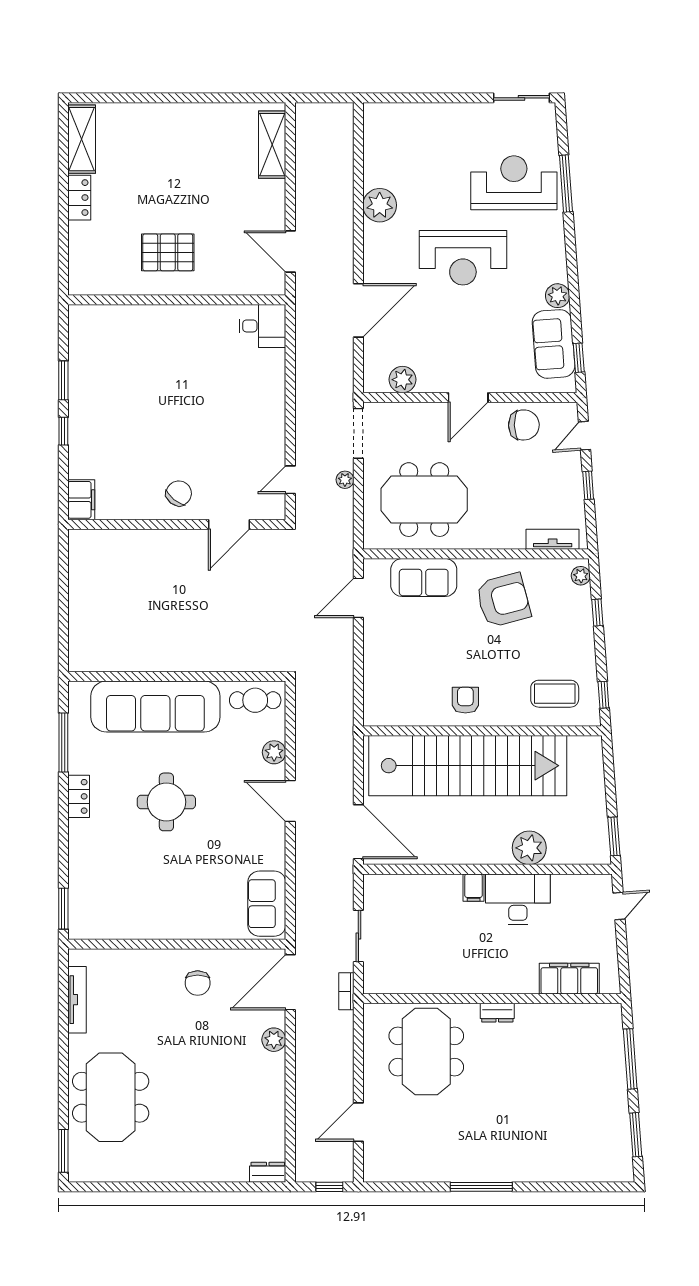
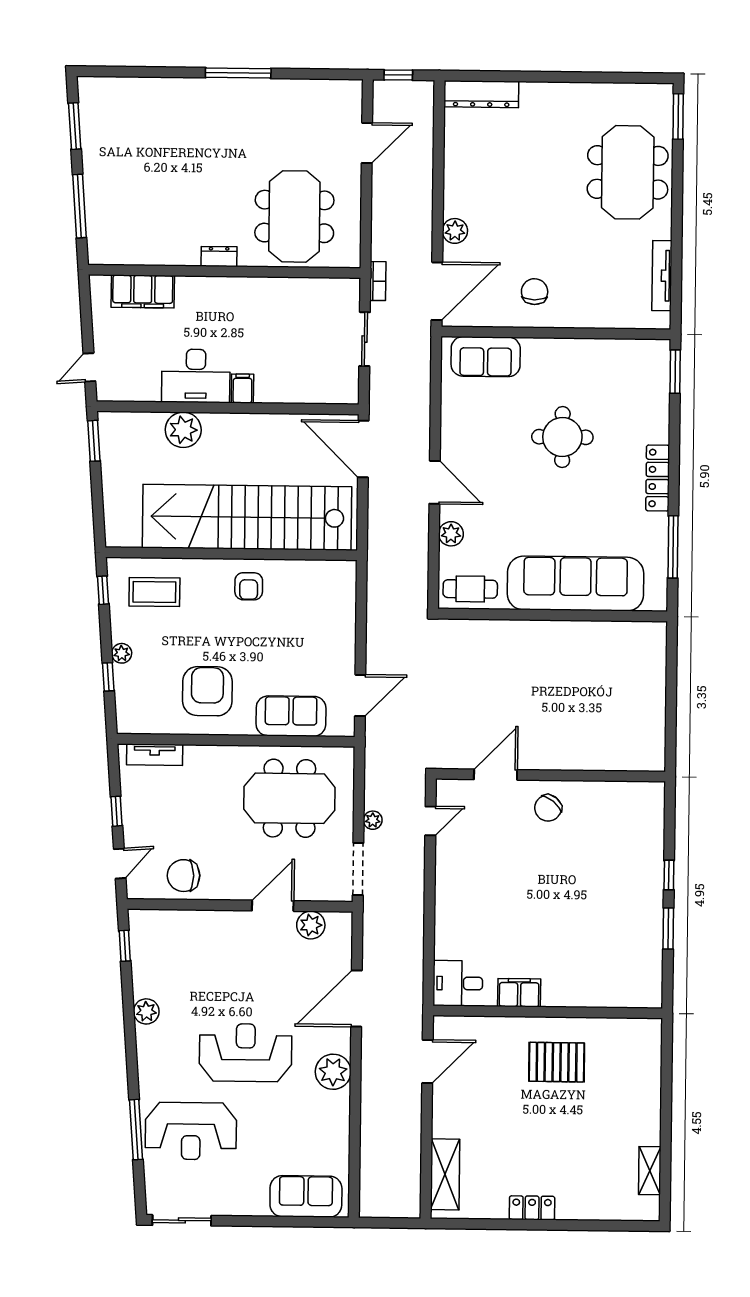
shelving: (82, 139) -> (650, 1171), width x0.67, depth x0.75
locker: (79, 198) -> (532, 1208), moved, turned 90
plant: (380, 205) -> (333, 1072), moved
door: (290, 251) -> (427, 1061), hinge flipped
sofa: (553, 344) -> (306, 1196), moved, turned -86
door: (468, 397) -> (273, 906), moved
filing cabinet: (81, 500) -> (519, 993), moved, turned 90
plant: (581, 576) -> (122, 653), moved
armchair: (503, 600) -> (207, 691), turned 105
locker: (79, 796) -> (658, 478), width x1.53
round table: (166, 802) -> (562, 437), moved
sofa: (267, 904) -> (486, 357), moved, turned 90
dresser: (268, 1172) -> (481, 94), width x1.96, depth x1.24

